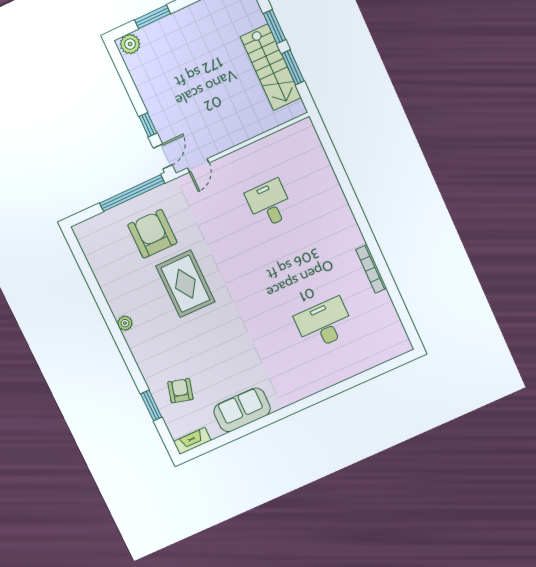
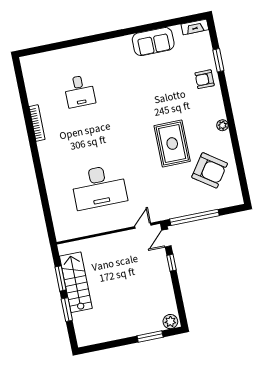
desk: (269, 204) -> (99, 187), width x1.87, depth x1.30
armchair: (152, 234) -> (210, 170), moved, turned -55
desk: (324, 324) -> (79, 91), width x0.73
armchair: (180, 391) -> (205, 79), moved, turned 75

